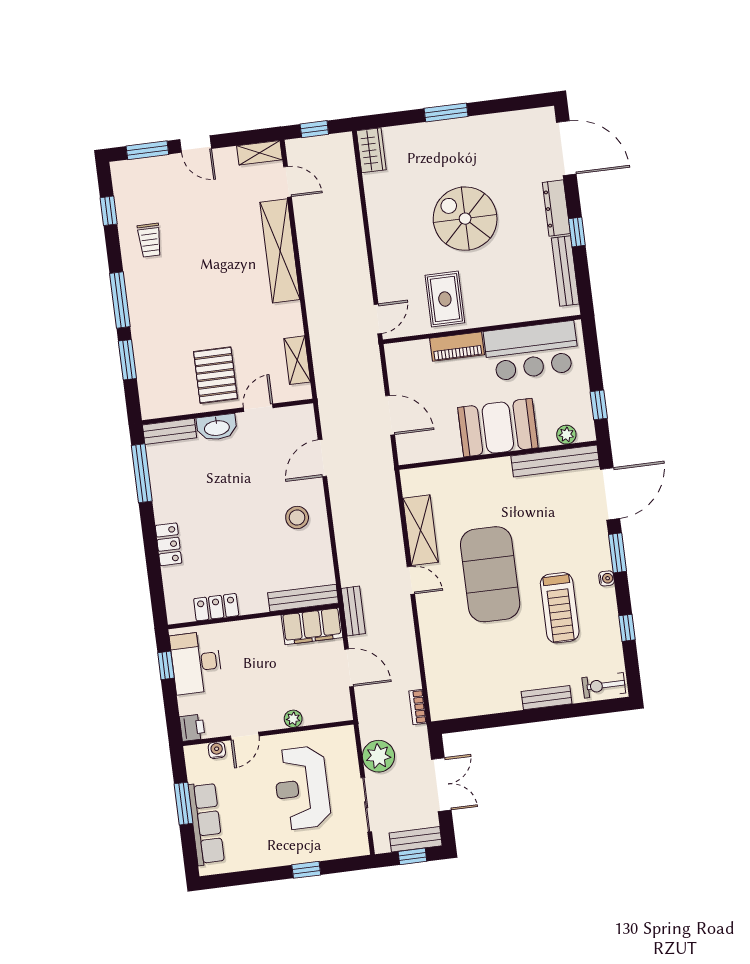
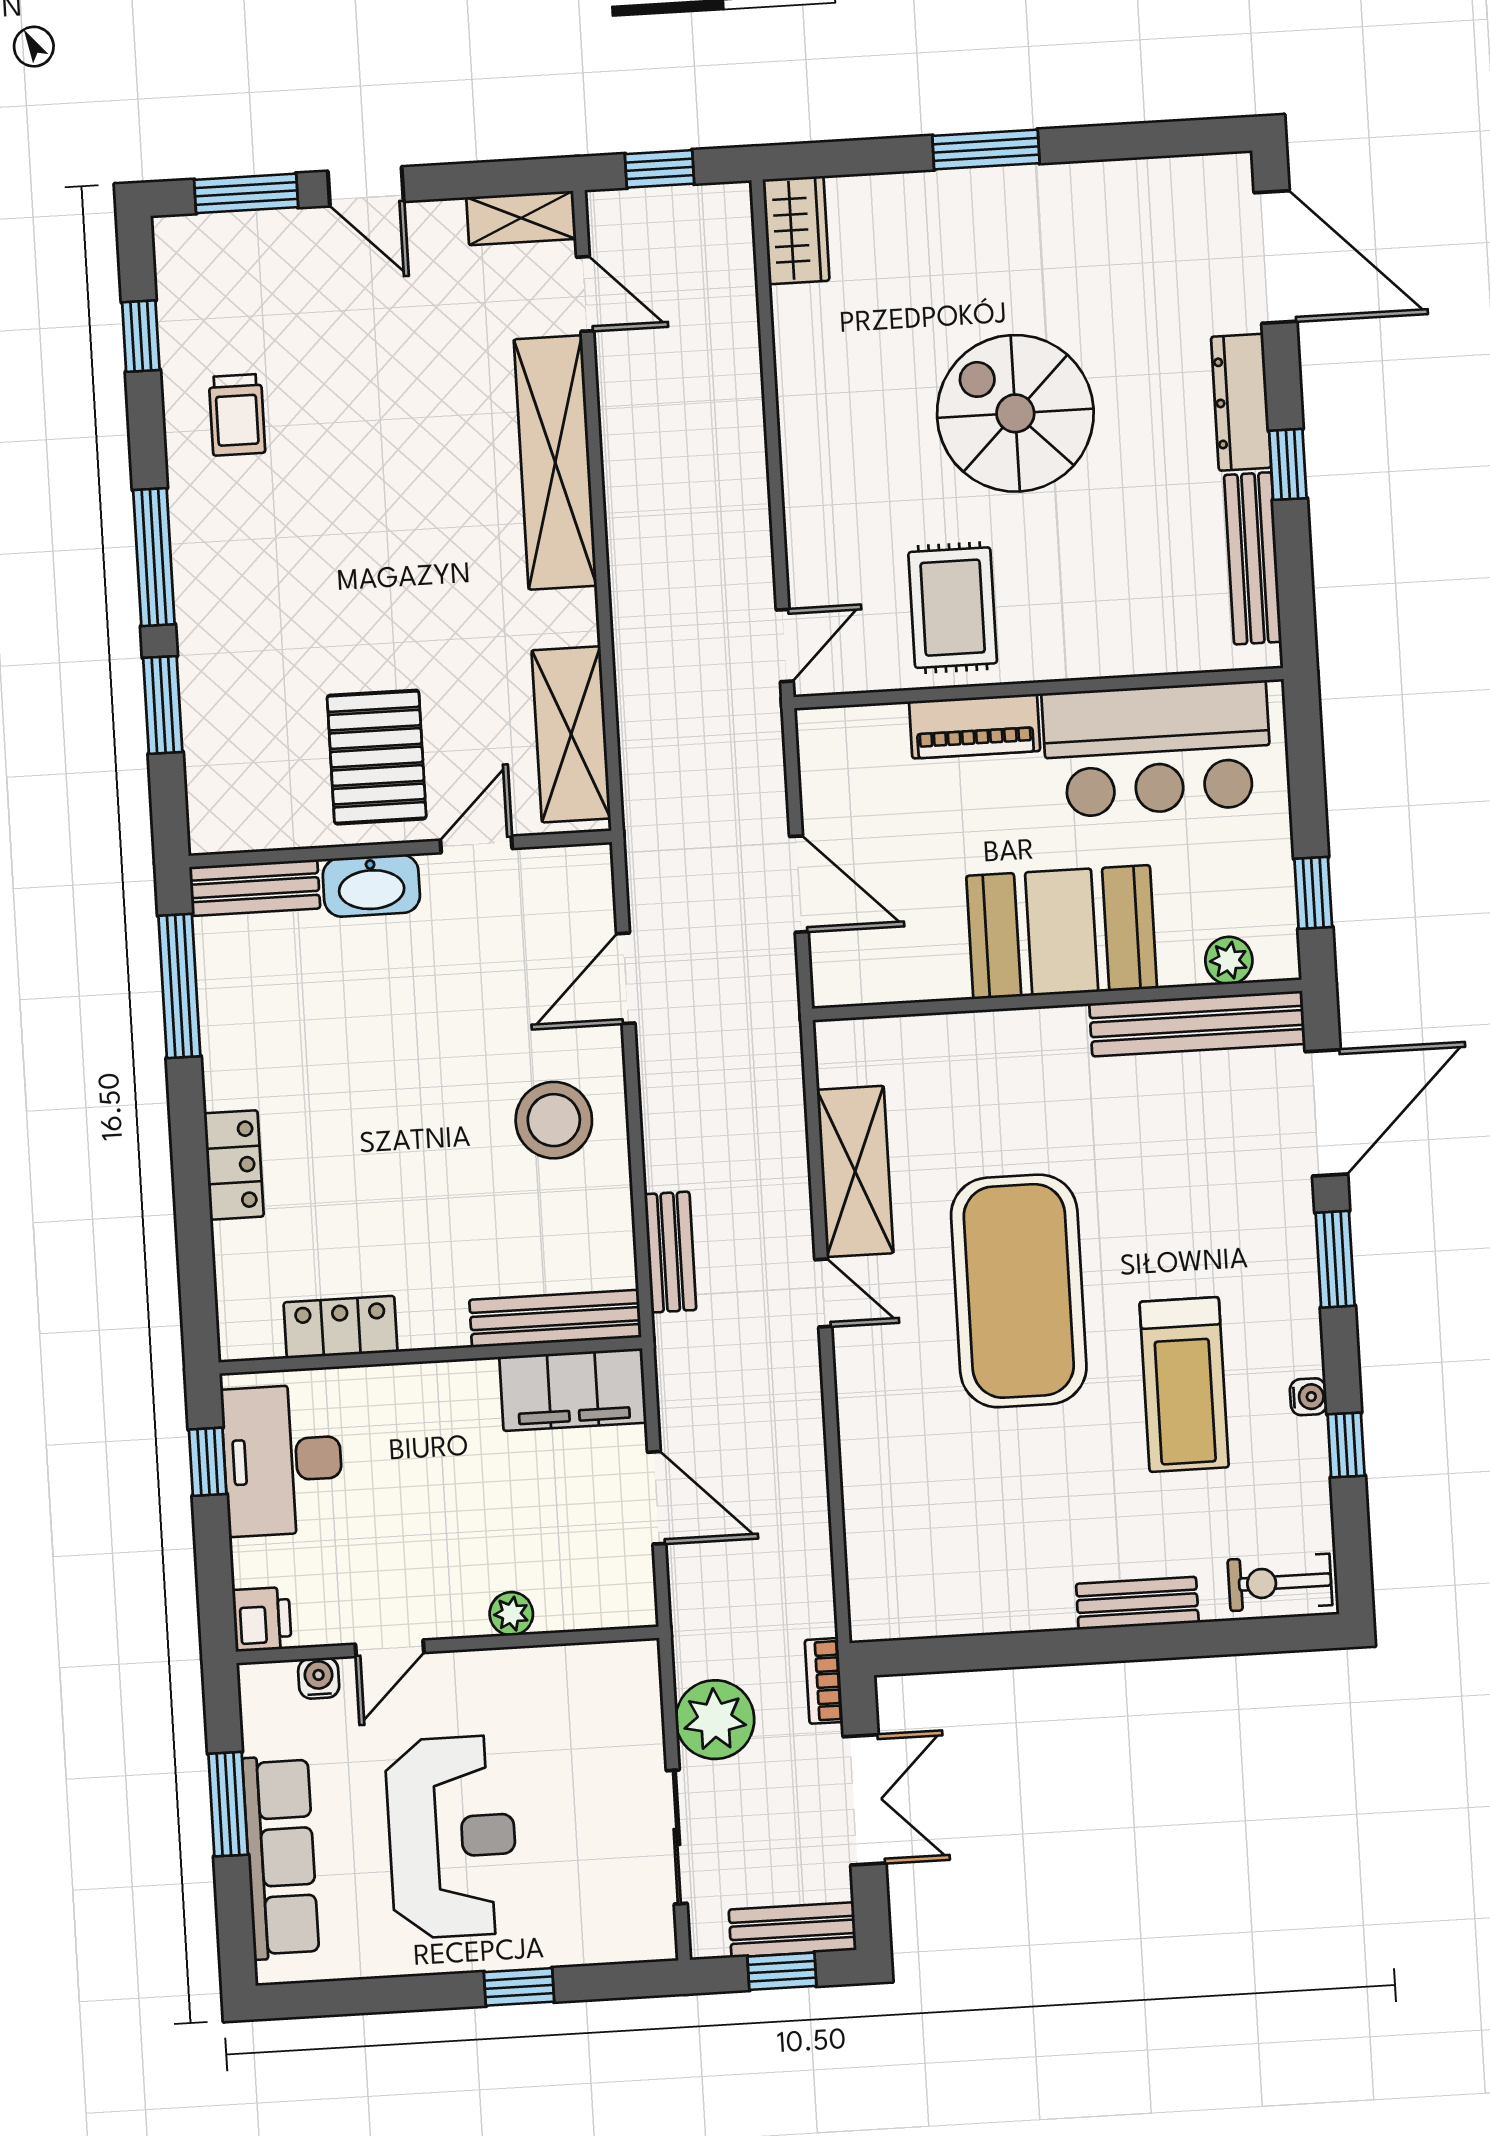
shelving: (297, 360) -> (571, 734), width x1.50, depth x1.33
stool: (297, 518) -> (554, 1120), width x1.38, depth x1.38
water cooler: (606, 578) -> (1308, 1397), moved
bench: (353, 611) -> (670, 1252), moved
bookcase: (418, 707) -> (824, 1681), moved
reception desk: (302, 788) -> (452, 1837), moved, turned 180

